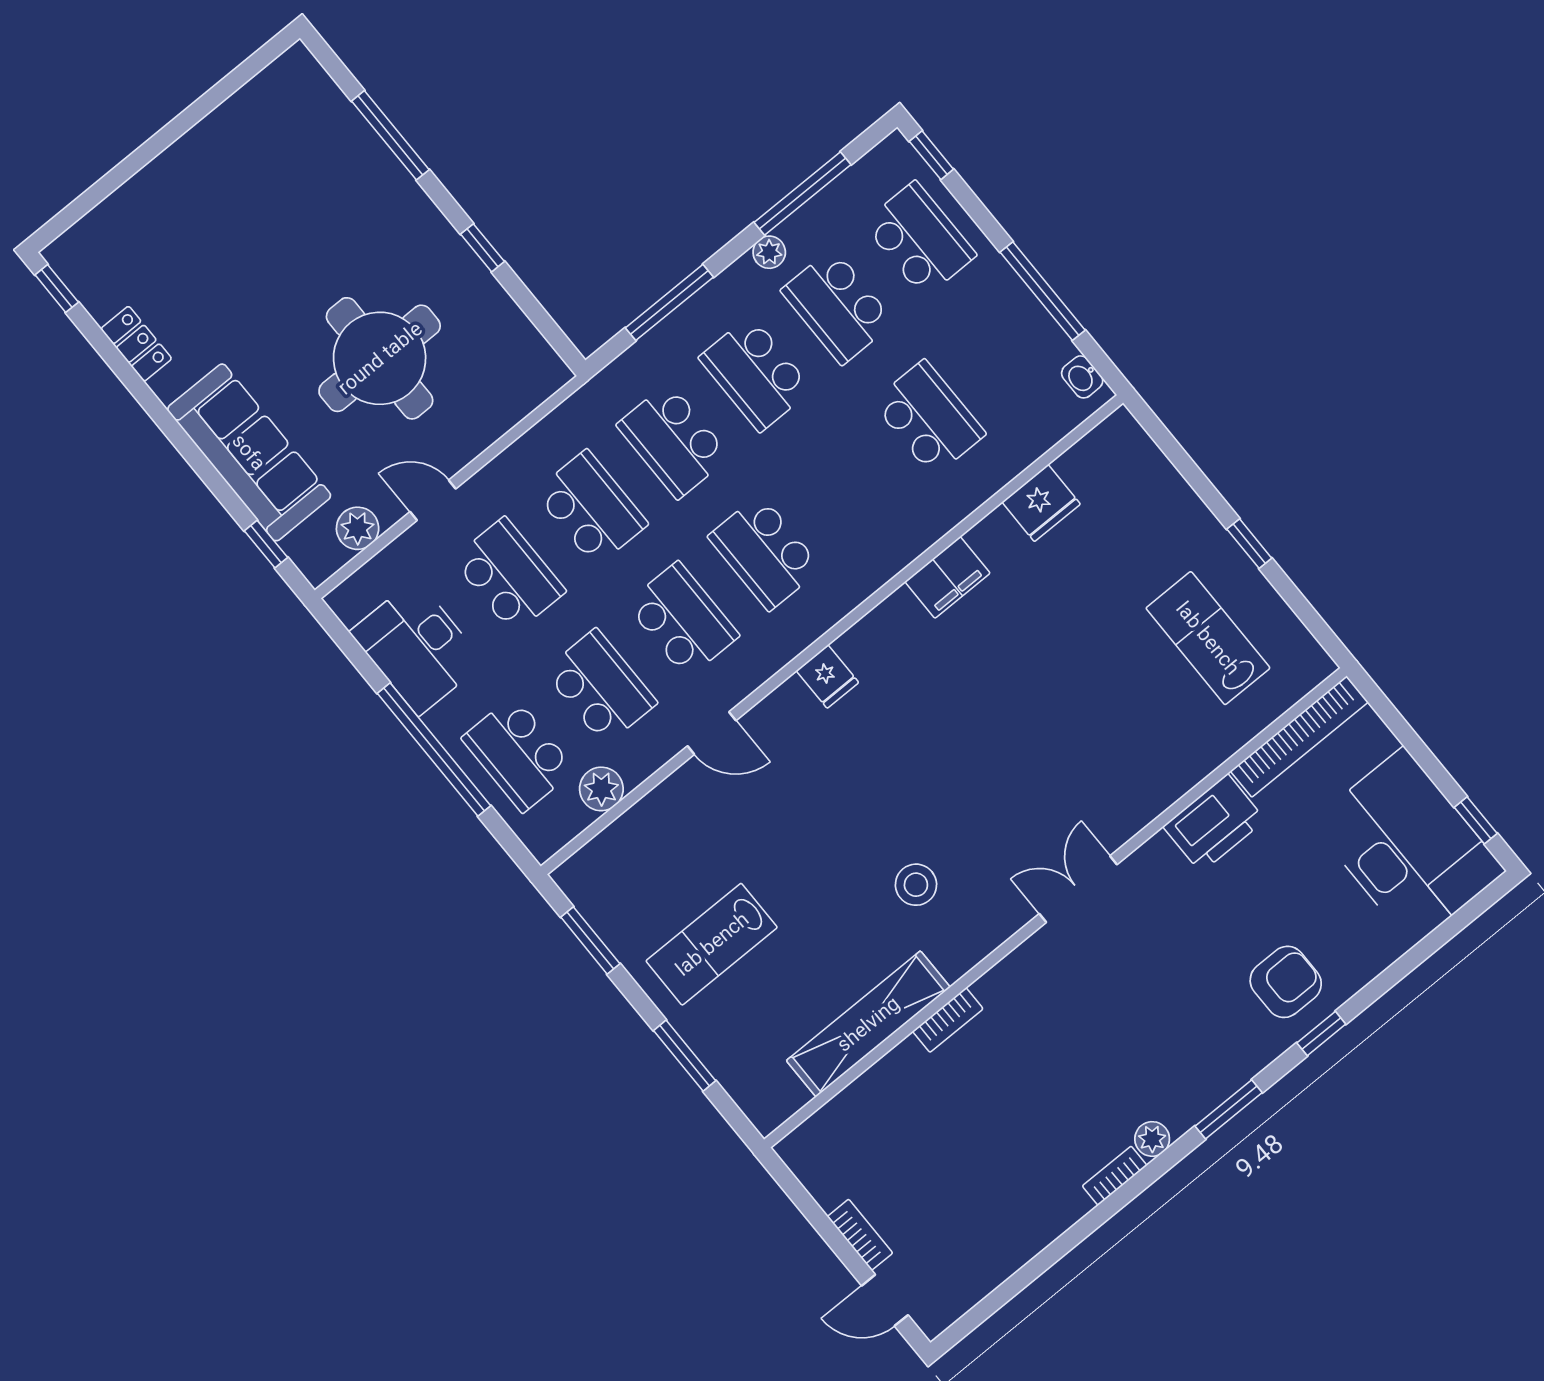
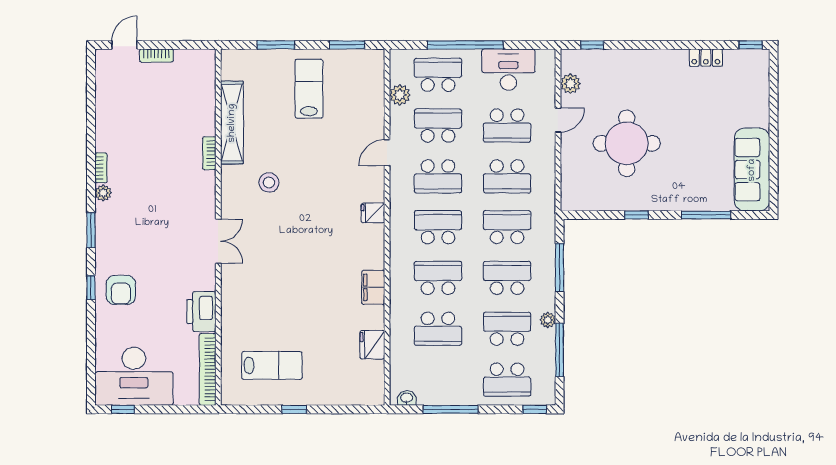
sofa: (249, 452) -> (752, 170), moved, turned 90
school desk: (847, 485) -> (438, 278), added
school desk: (600, 687) -> (438, 126), turned 180

